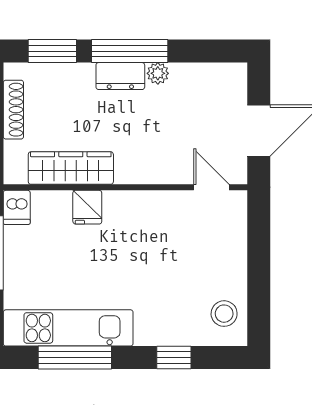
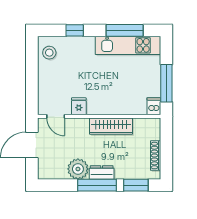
plant: (158, 73) -> (78, 169), width x1.87, depth x1.87
wardrobe: (71, 168) -> (111, 126), moved
fridge: (87, 207) -> (79, 106), moved

